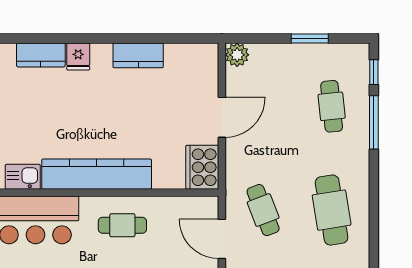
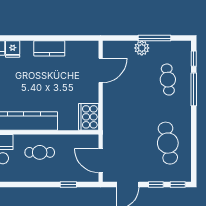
window: (310, 39) -> (154, 38), width x1.44
plant: (237, 55) -> (142, 48), moved
door: (222, 117) -> (101, 70), moved
cafe table: (263, 210) -> (126, 143), removed

